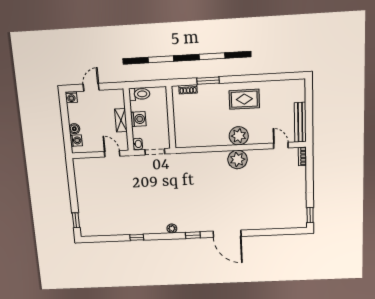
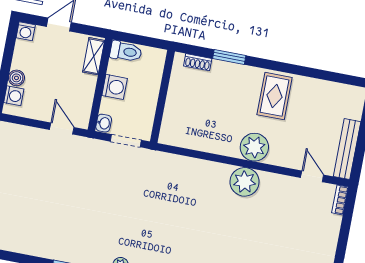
rug: (244, 99) -> (275, 96), turned 90
shelving: (121, 120) -> (94, 56), moved

